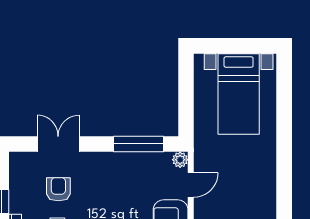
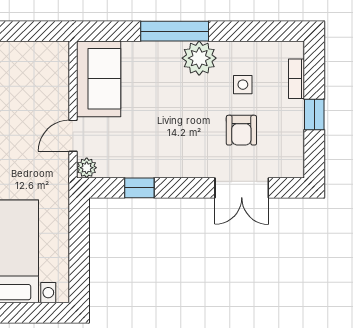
window: (139, 144) -> (139, 188), width x0.46

